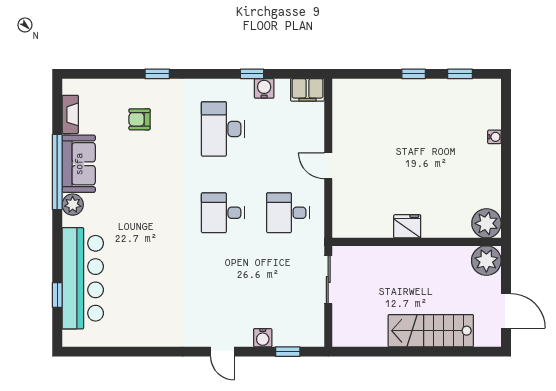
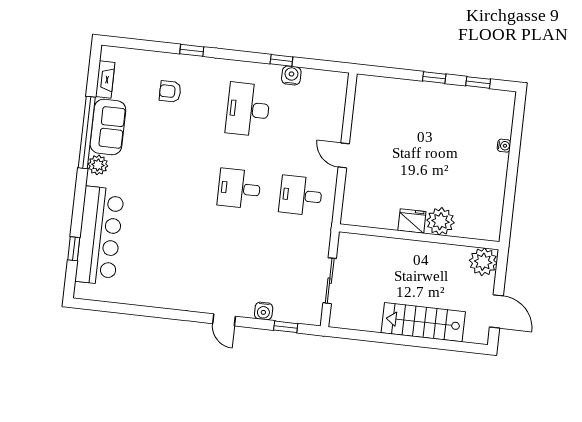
filing cabinet: (308, 90) -> (332, 81), removed
plant: (486, 223) -> (440, 221), moved
sliding door: (328, 280) -> (330, 281), moved

